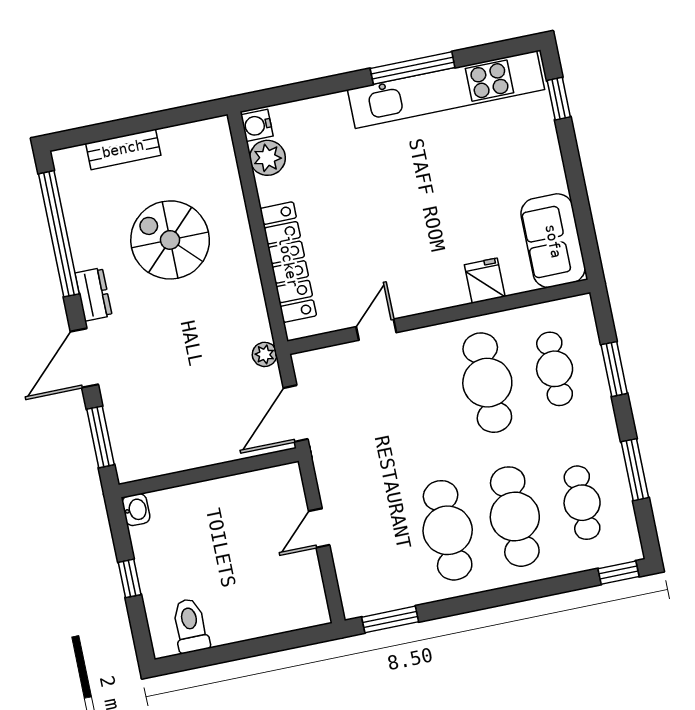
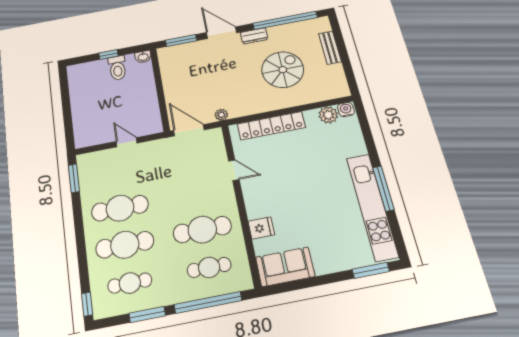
window: (559, 99) -> (371, 270), width x1.50
window: (614, 369) -> (208, 303), width x2.11
toilet: (190, 626) -> (117, 68), moved, turned 90

